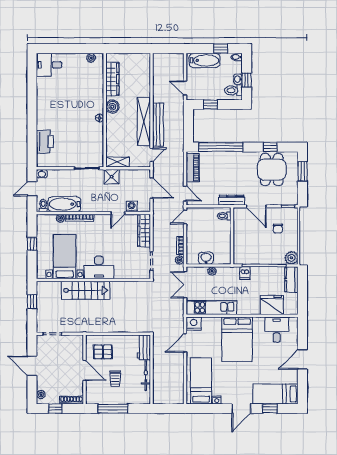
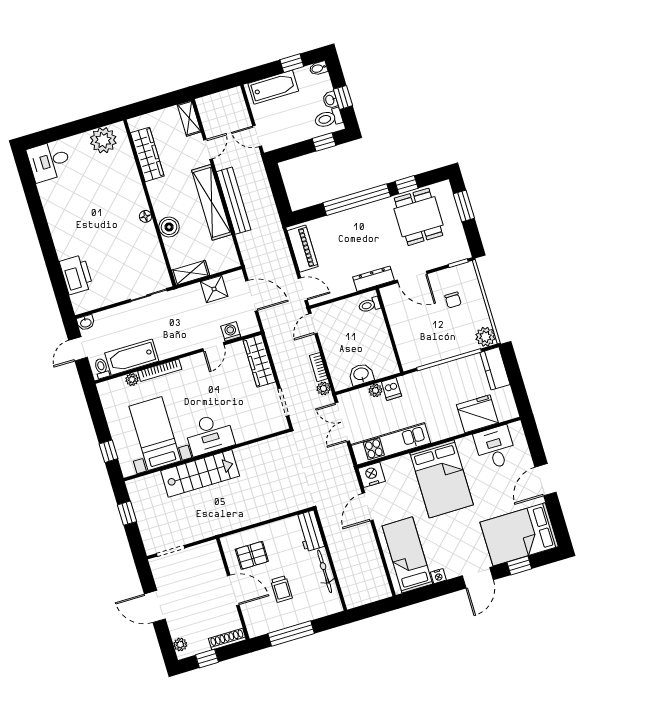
plant: (91, 58) -> (103, 140), width x1.87, depth x1.87
shelving: (146, 64) -> (189, 118), added
window: (211, 105) -> (324, 142), moved
boiler: (112, 107) -> (169, 227), moved
window: (221, 147) -> (357, 200), moved
door: (152, 155) -> (208, 149), moved
shower: (112, 177) -> (214, 289), moved
window: (32, 244) -> (109, 451), moved
dishwasher: (245, 273) -> (391, 389), moved
bed: (276, 394) -> (519, 534), width x1.50

